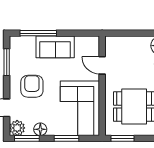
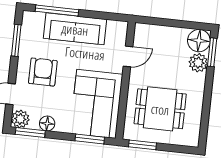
sofa: (55, 47) -> (75, 29), width x1.36
door: (102, 65) -> (128, 56), swing flipped
window: (67, 138) -> (90, 139), moved

